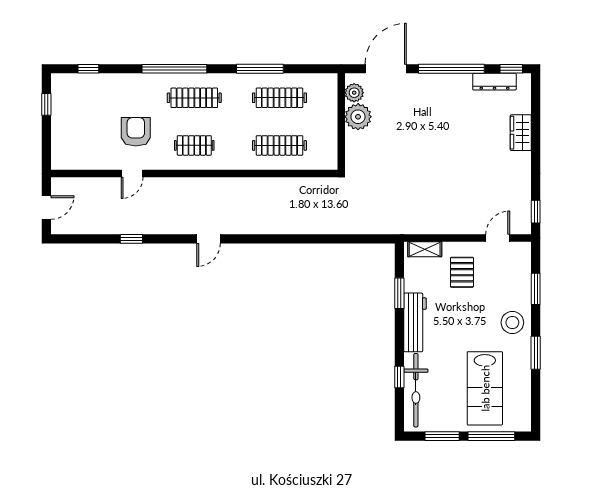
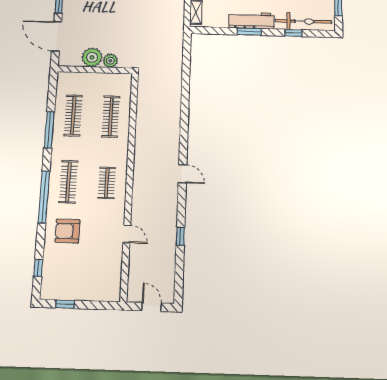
plant: (354, 93) -> (110, 61), moved
armchair: (136, 132) -> (67, 231), moved
window: (399, 293) -> (249, 32), moved

